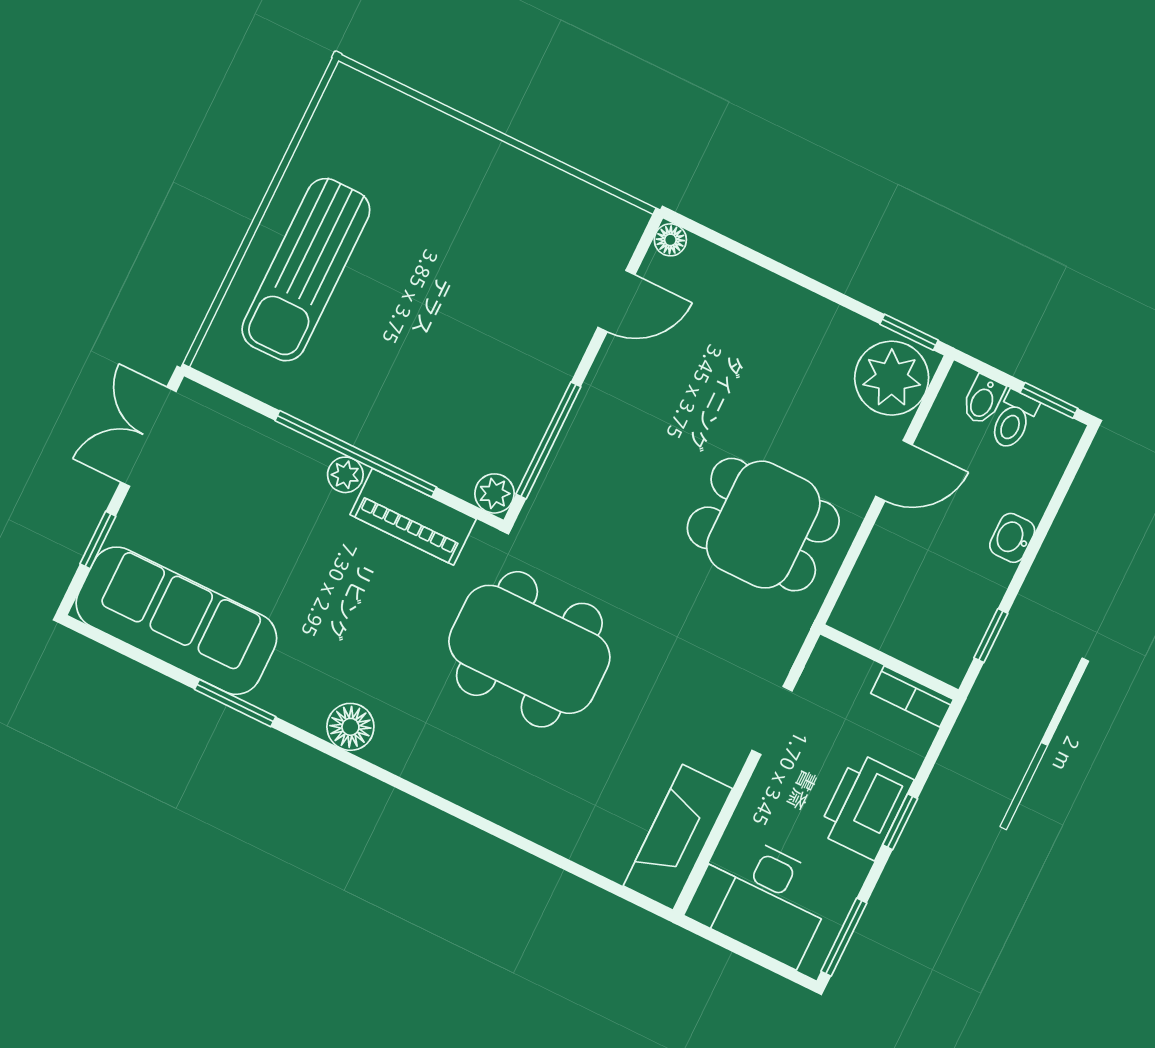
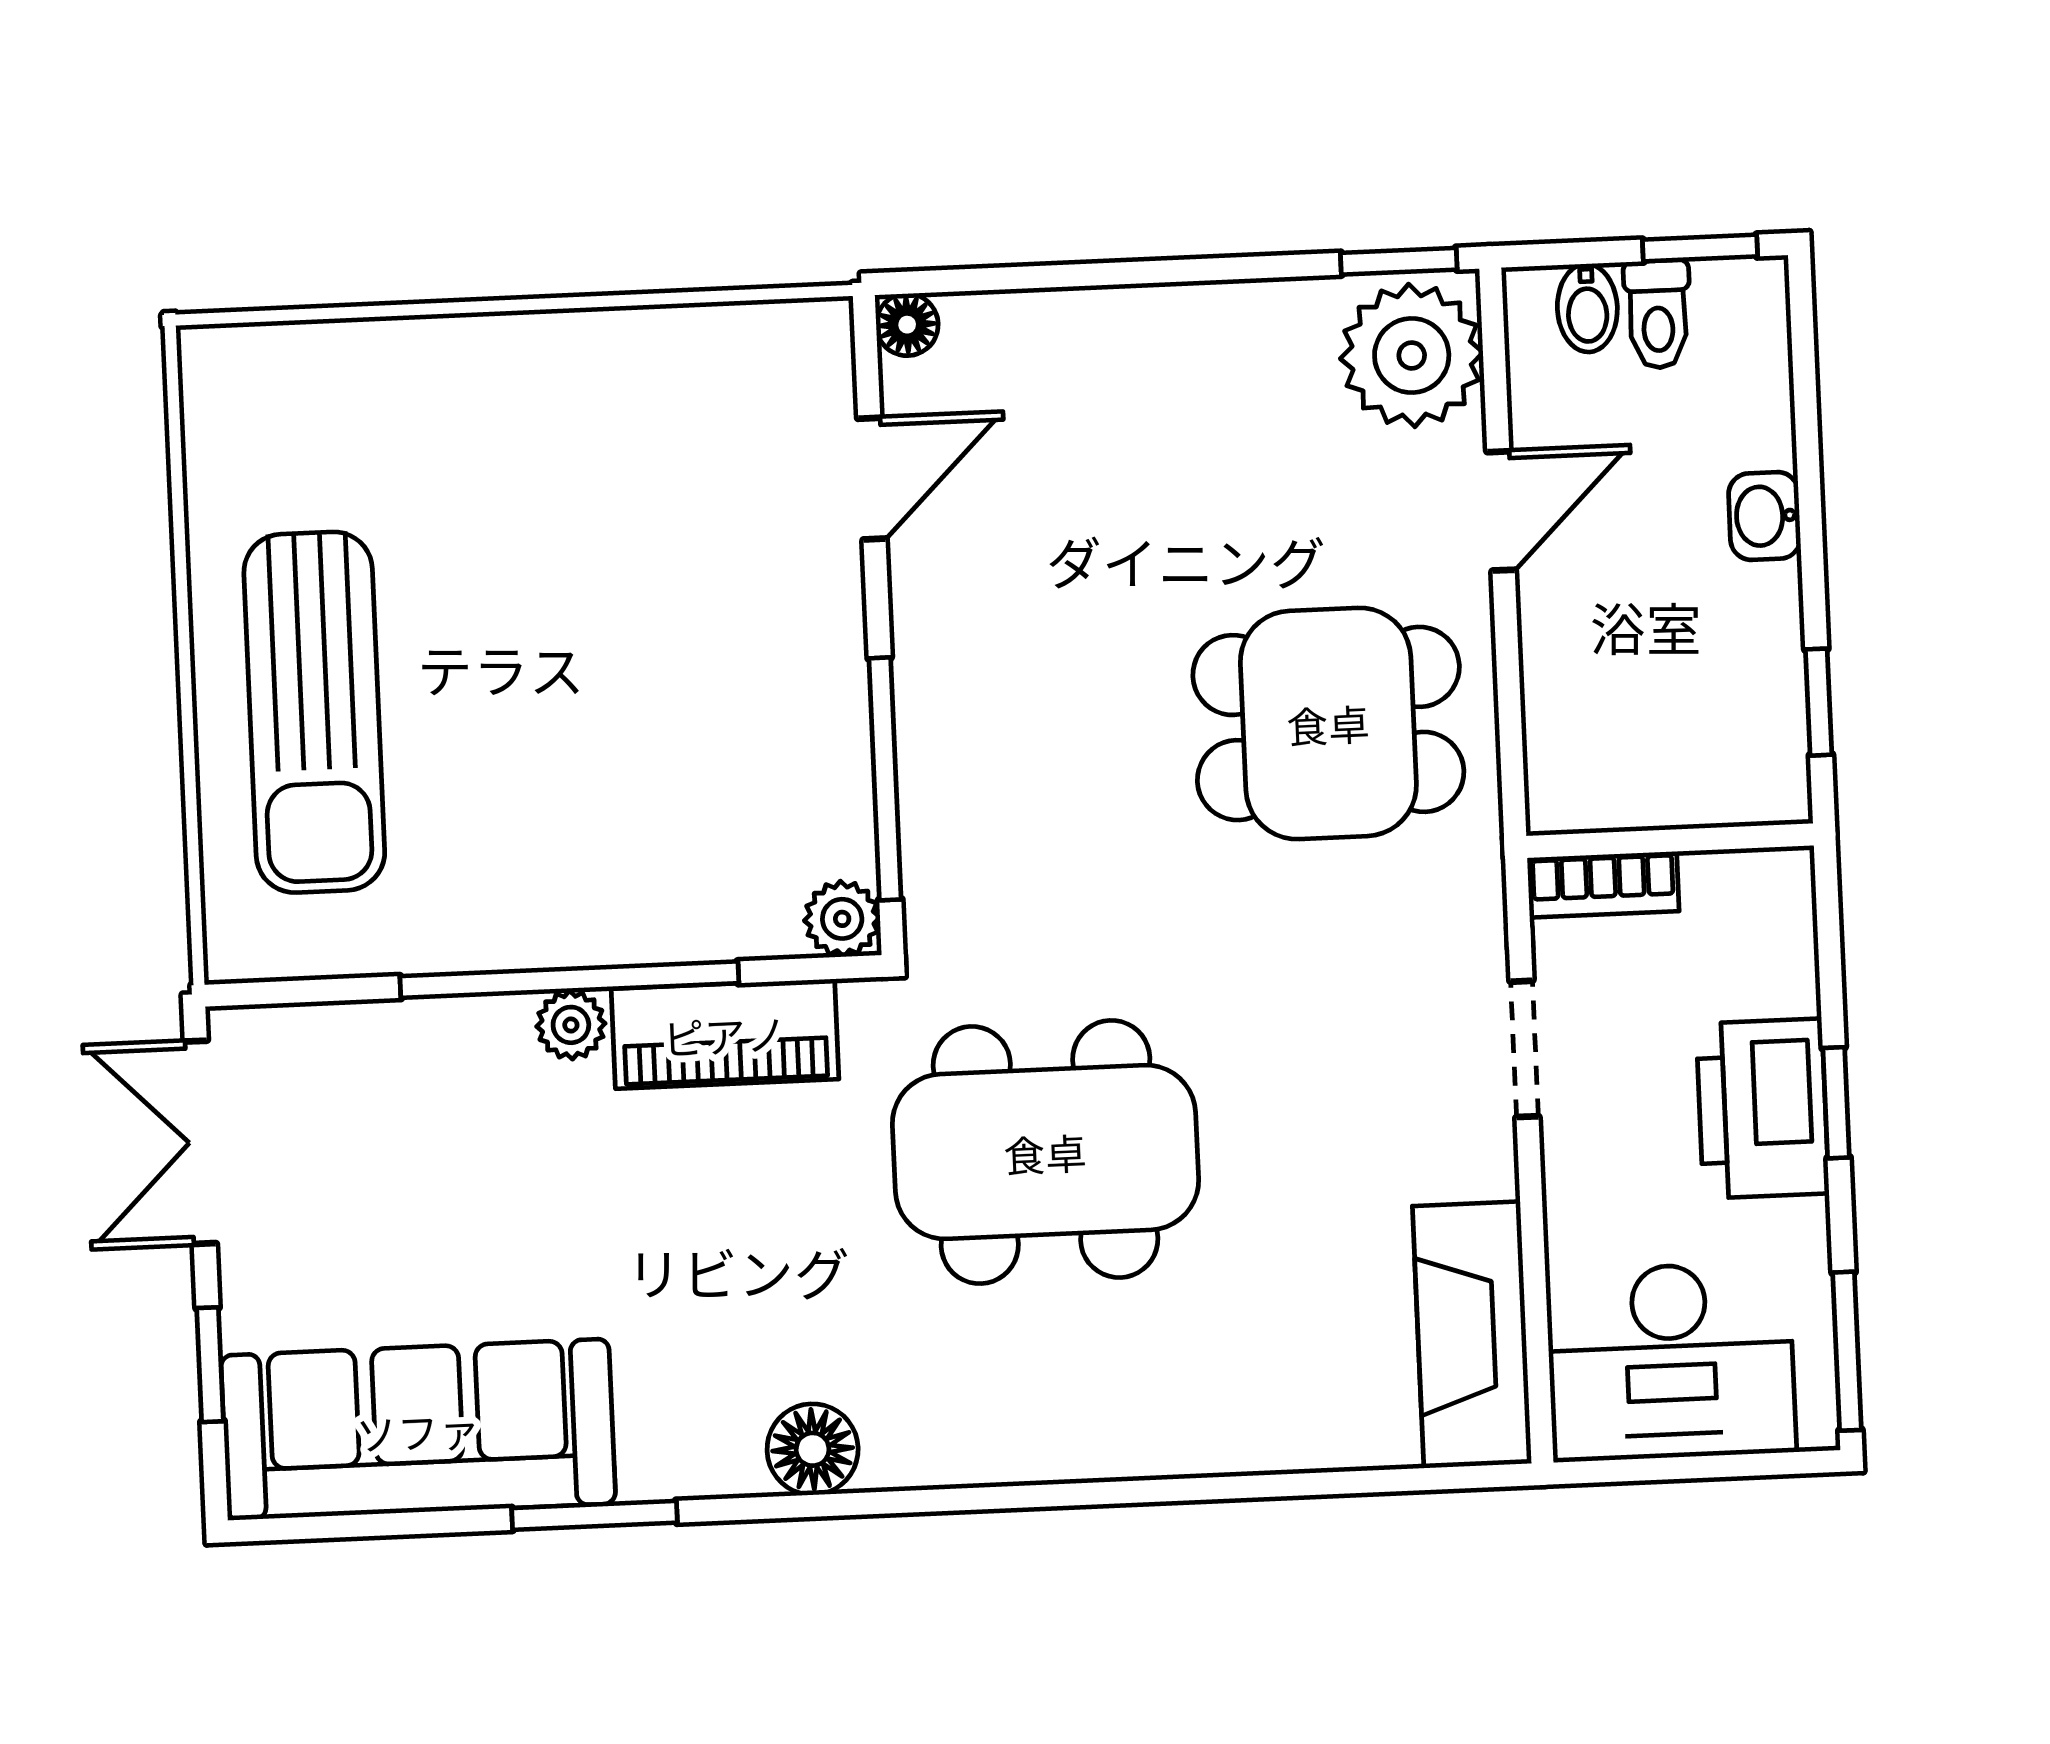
bookcase: (912, 696) -> (1603, 884), moved

